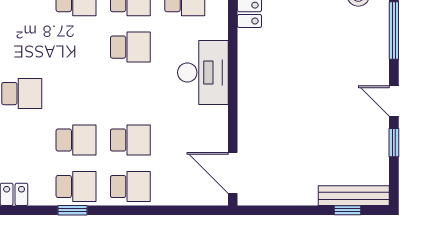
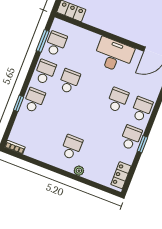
desk: (203, 72) -> (114, 55), moved
school desk: (76, 140) -> (107, 128), removed

